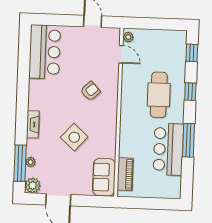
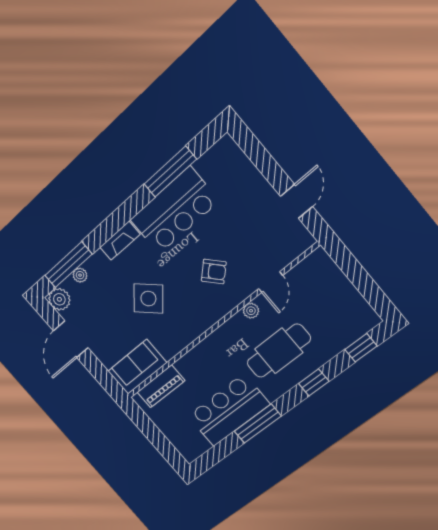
plant: (128, 37) -> (251, 311), moved
bar counter: (45, 52) -> (174, 211), moved
door: (121, 54) -> (271, 282), moved
window: (24, 68) -> (170, 172), added

